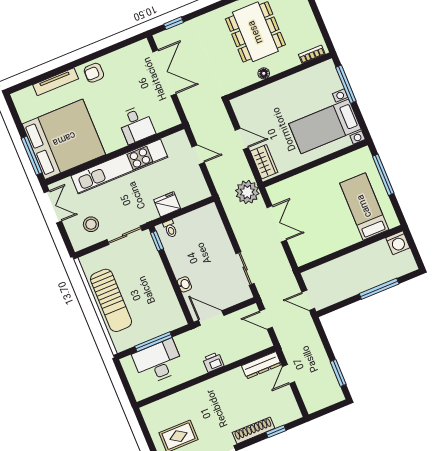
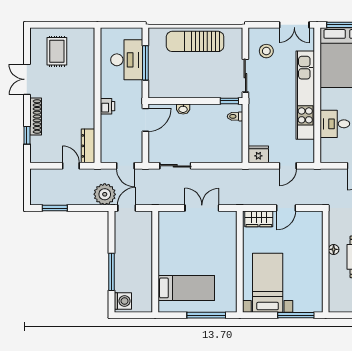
bookcase: (312, 54) -> (333, 297), removed
plant: (247, 192) -> (105, 194), moved
fridge: (167, 204) -> (258, 154), moved, turned -90
double door: (277, 224) -> (202, 208), swing flipped
washing machine: (398, 243) -> (123, 301), moved, turned 180
door: (266, 319) -> (125, 166), swing flipped

